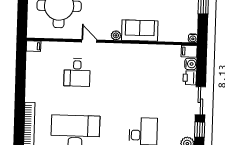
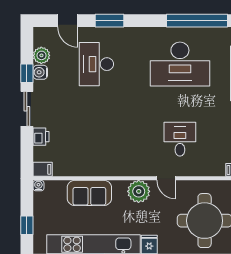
sofa: (140, 31) -> (89, 193), moved
plant: (116, 35) -> (139, 191), width x1.88, depth x1.88
water cooler: (191, 64) -> (40, 72), moved

